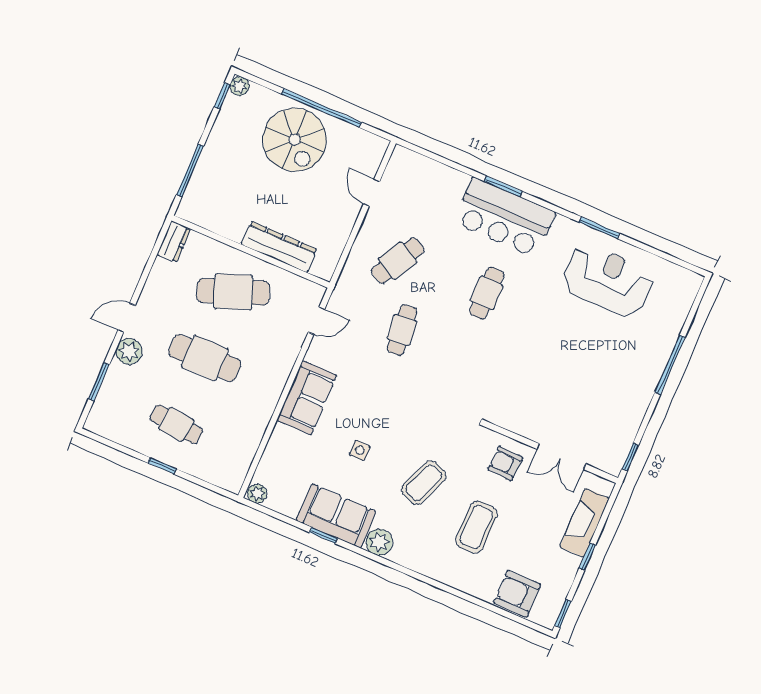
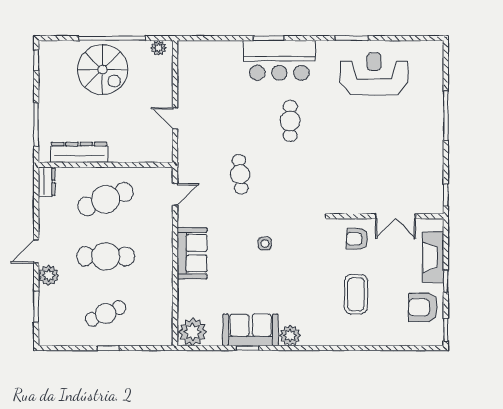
plant: (240, 86) -> (159, 48), moved
door: (372, 193) -> (175, 118), moved
dresser: (279, 247) -> (79, 152), moved
cafe table: (398, 261) -> (215, 125), removed
cafe table: (176, 424) -> (106, 313), turned -30
side table: (360, 450) -> (265, 243), moved
coffee table: (424, 483) -> (304, 278), removed
plant: (257, 494) -> (193, 332), width x1.88, depth x1.88
armchair: (517, 594) -> (423, 307), moved

